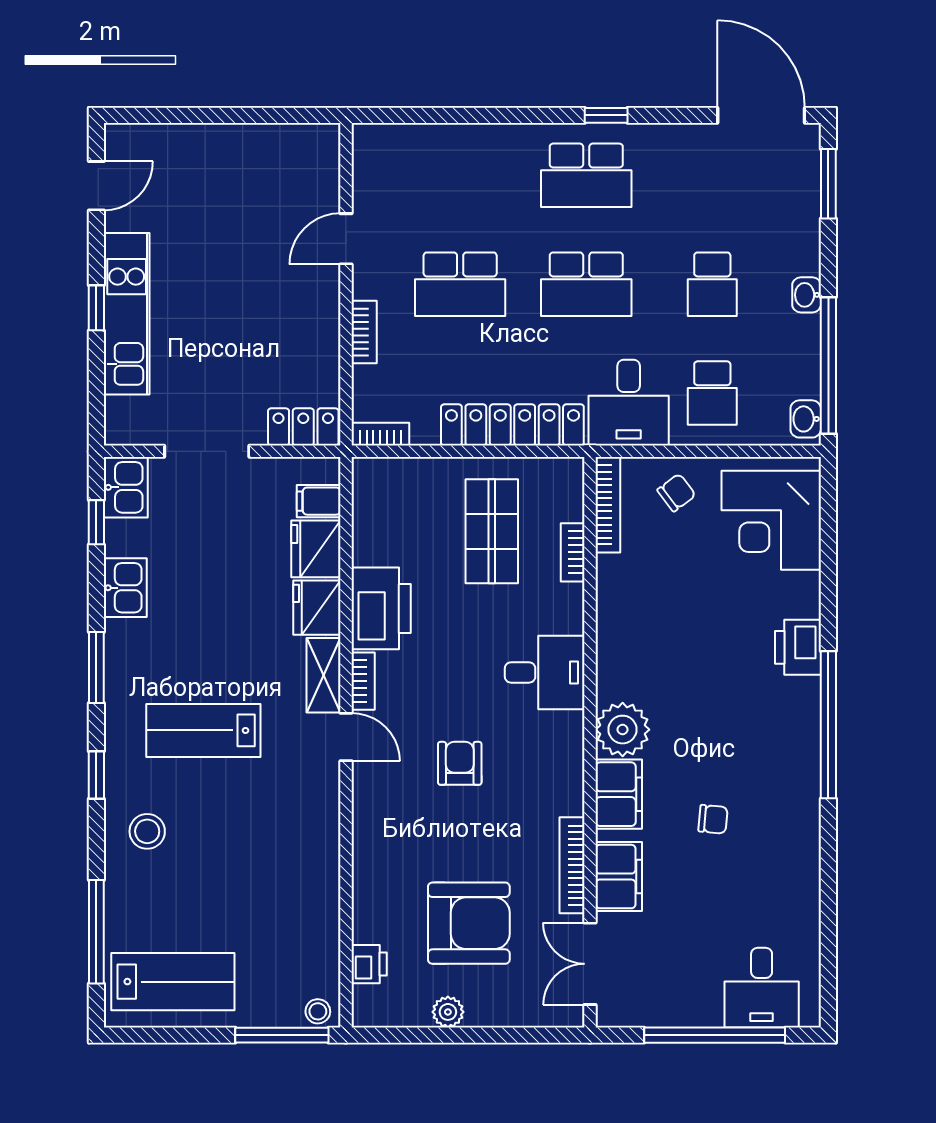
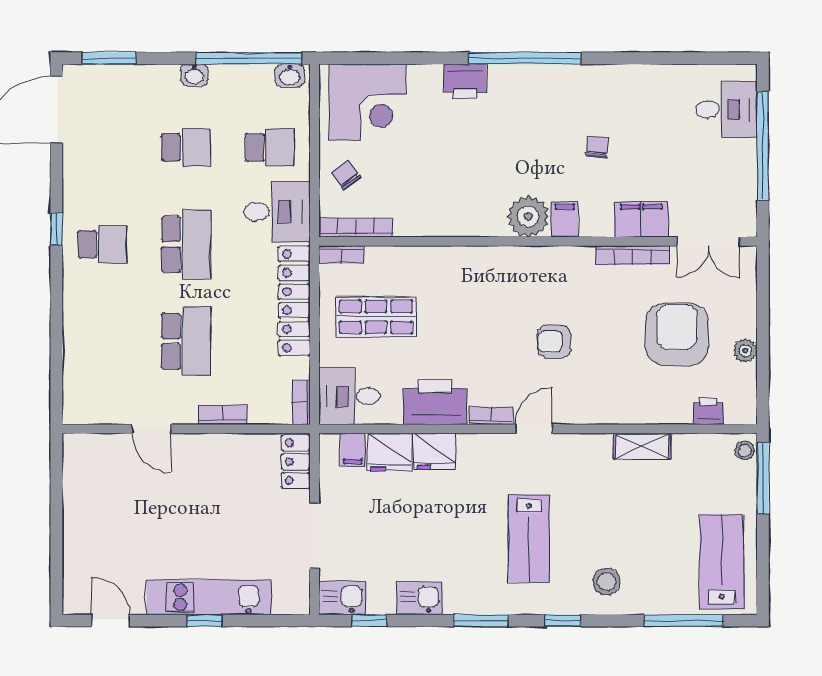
school desk: (586, 175) -> (103, 244), width x0.54
bookcase: (573, 552) -> (341, 255), moved
desk: (545, 672) -> (349, 396), moved, turned -90
shelving: (324, 675) -> (642, 446), moved
filing cabinet: (619, 794) -> (565, 219), width x0.50

